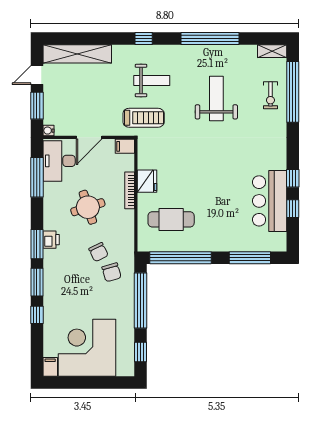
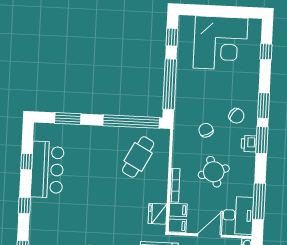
window: (293, 178) -> (24, 206), moved
fridge: (147, 181) -> (157, 214), moved
cafe table: (171, 219) -> (138, 157), turned -62
window: (250, 258) -> (68, 119), width x0.69
chair: (112, 272) -> (236, 116), moved, turned 143
window: (37, 315) -> (266, 52), moved
filing cabinet: (50, 367) -> (178, 210), moved, turned -90

